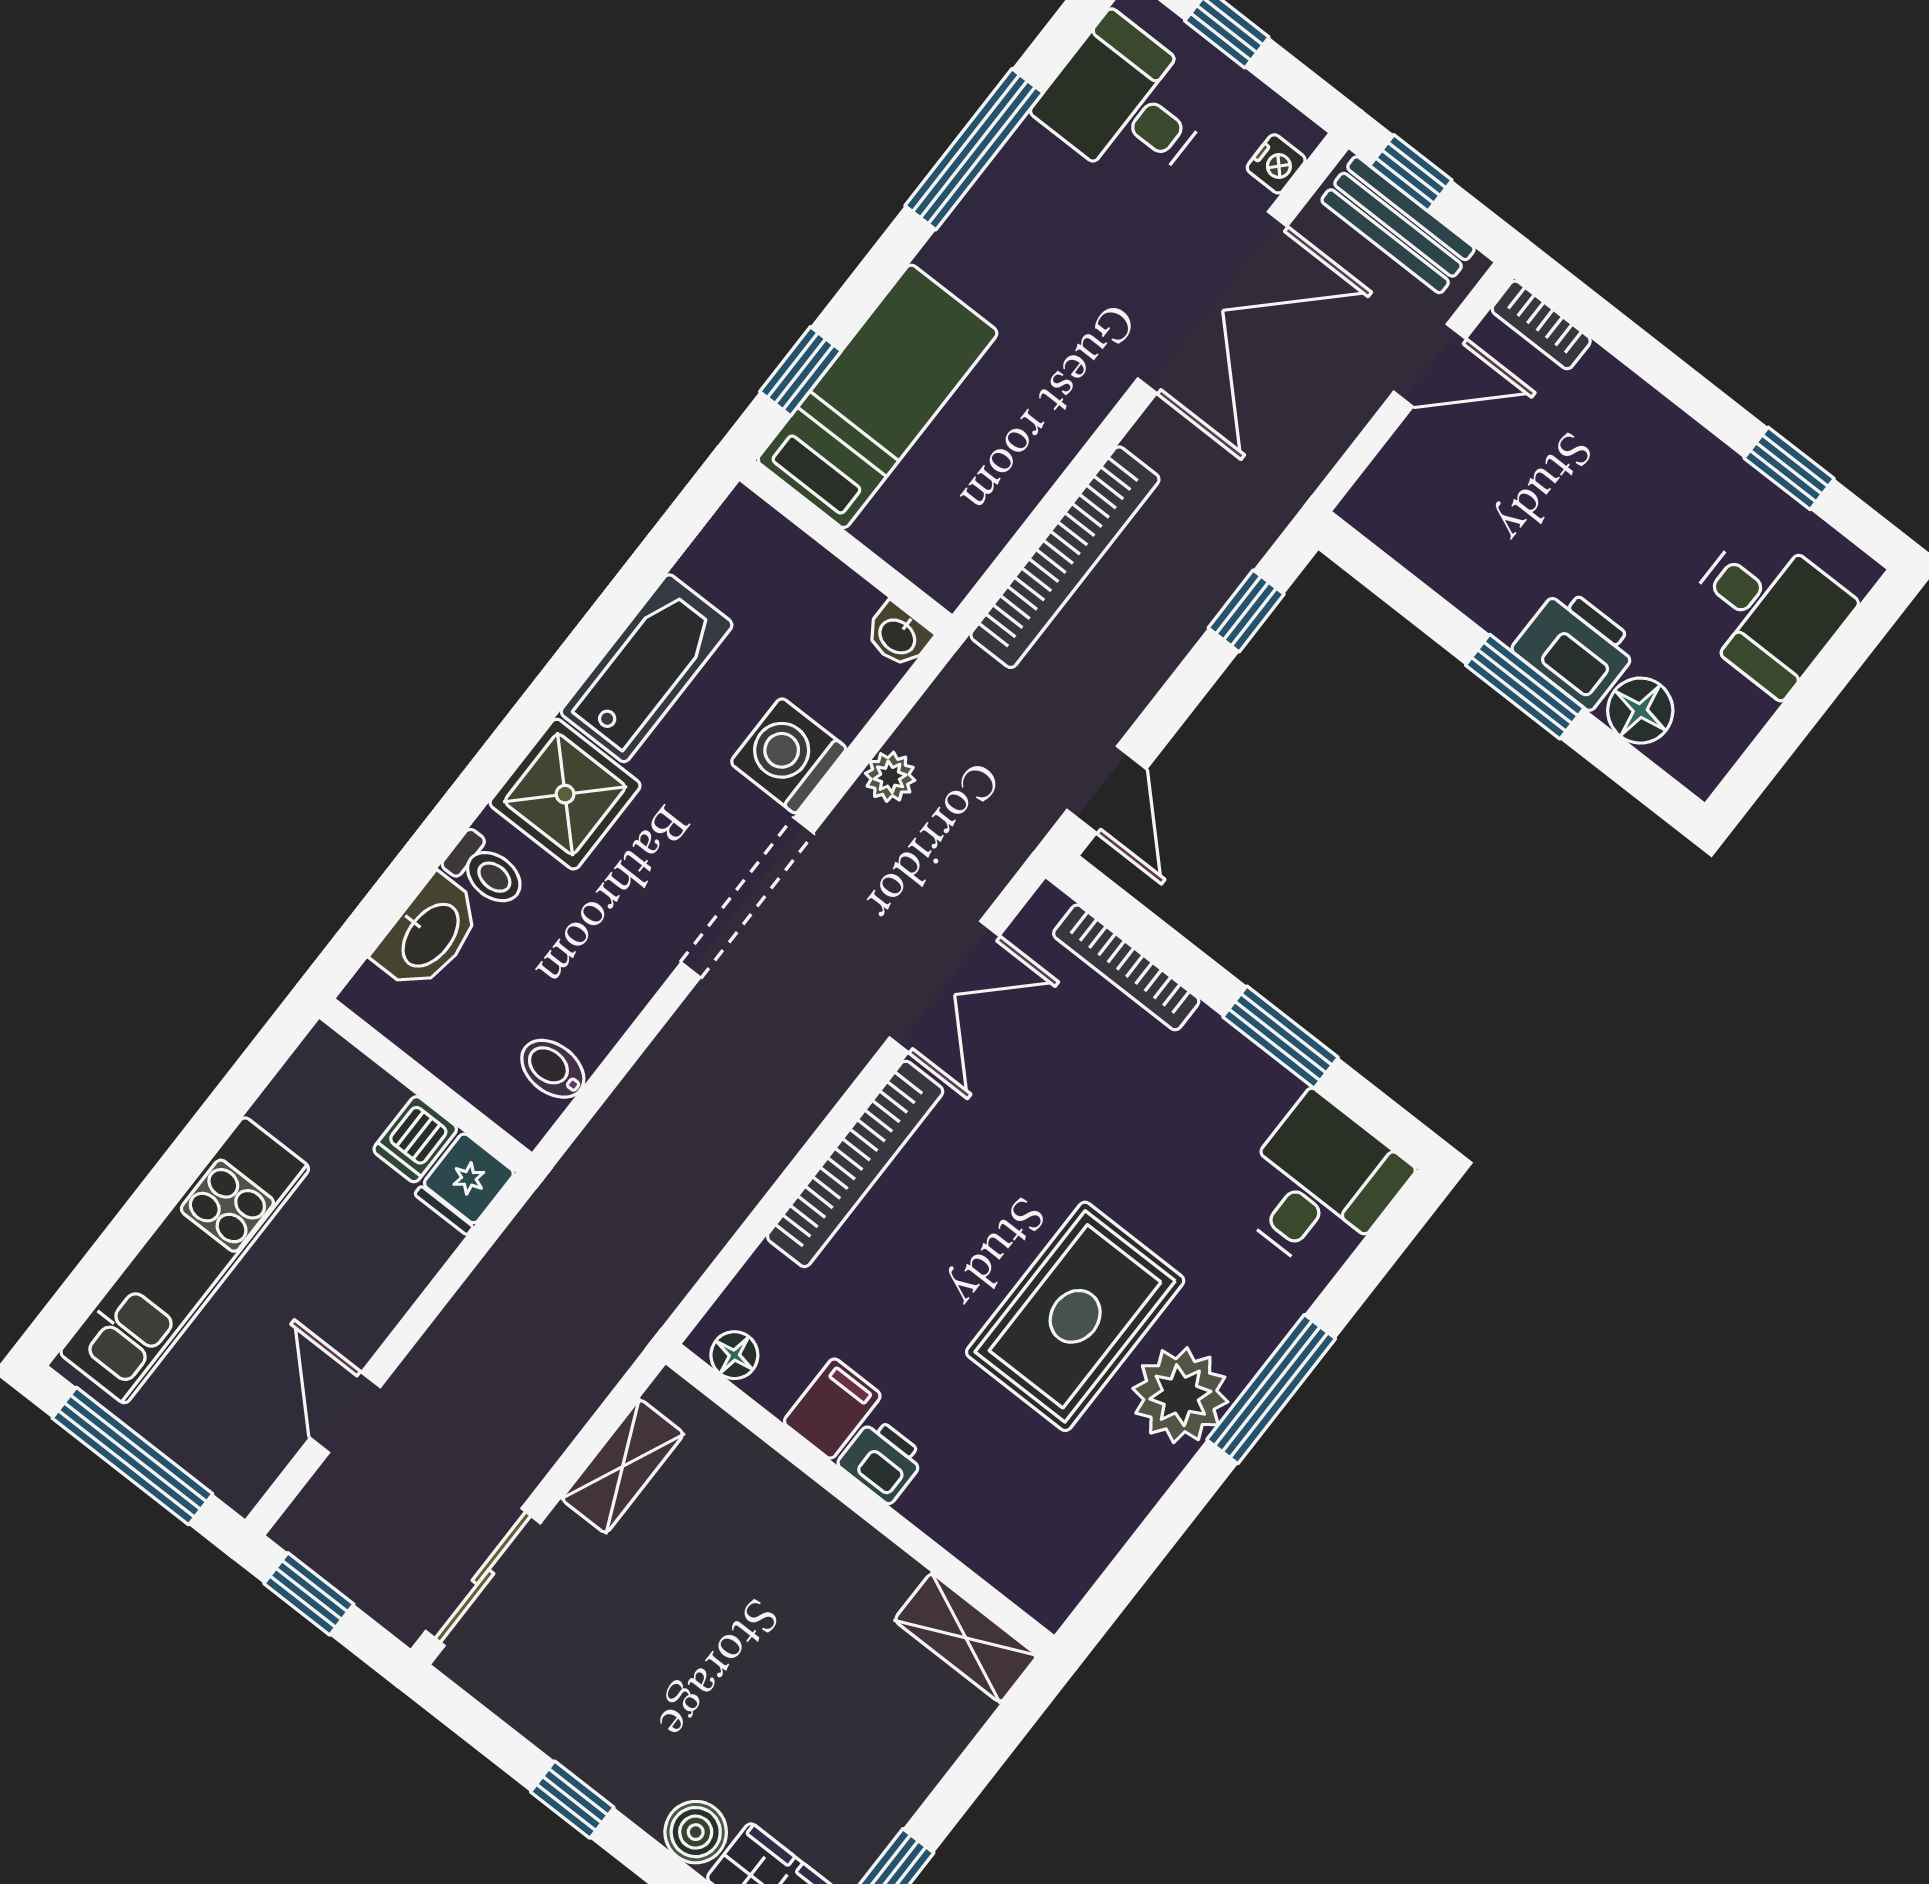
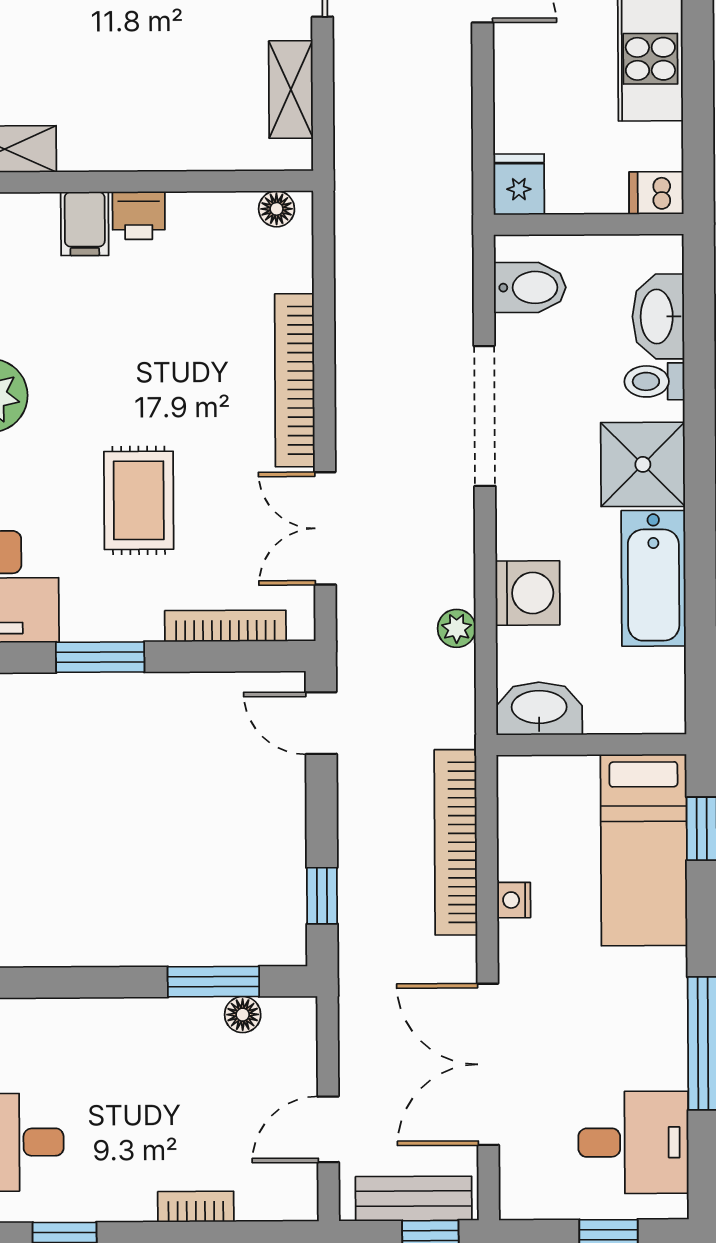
nightstand: (1276, 164) -> (514, 900), moved
bookcase: (1541, 325) -> (196, 1207), moved
washbasin: (898, 635) -> (539, 709), width x1.91, depth x1.45
printer: (1576, 648) -> (107, 1030), removed
window: (1525, 687) -> (213, 982), moved
floor lamp: (1640, 711) -> (243, 1015), moved, width x0.73, depth x0.73
doorway: (747, 898) -> (485, 416), moved
bidet: (553, 1069) -> (530, 287), width x1.38, depth x1.36
dishwasher: (415, 1139) -> (656, 193), moved, turned -90
rug: (1075, 1316) -> (139, 500), moved, width x0.73, depth x0.70
filing cabinet: (832, 1409) -> (85, 224), moved

